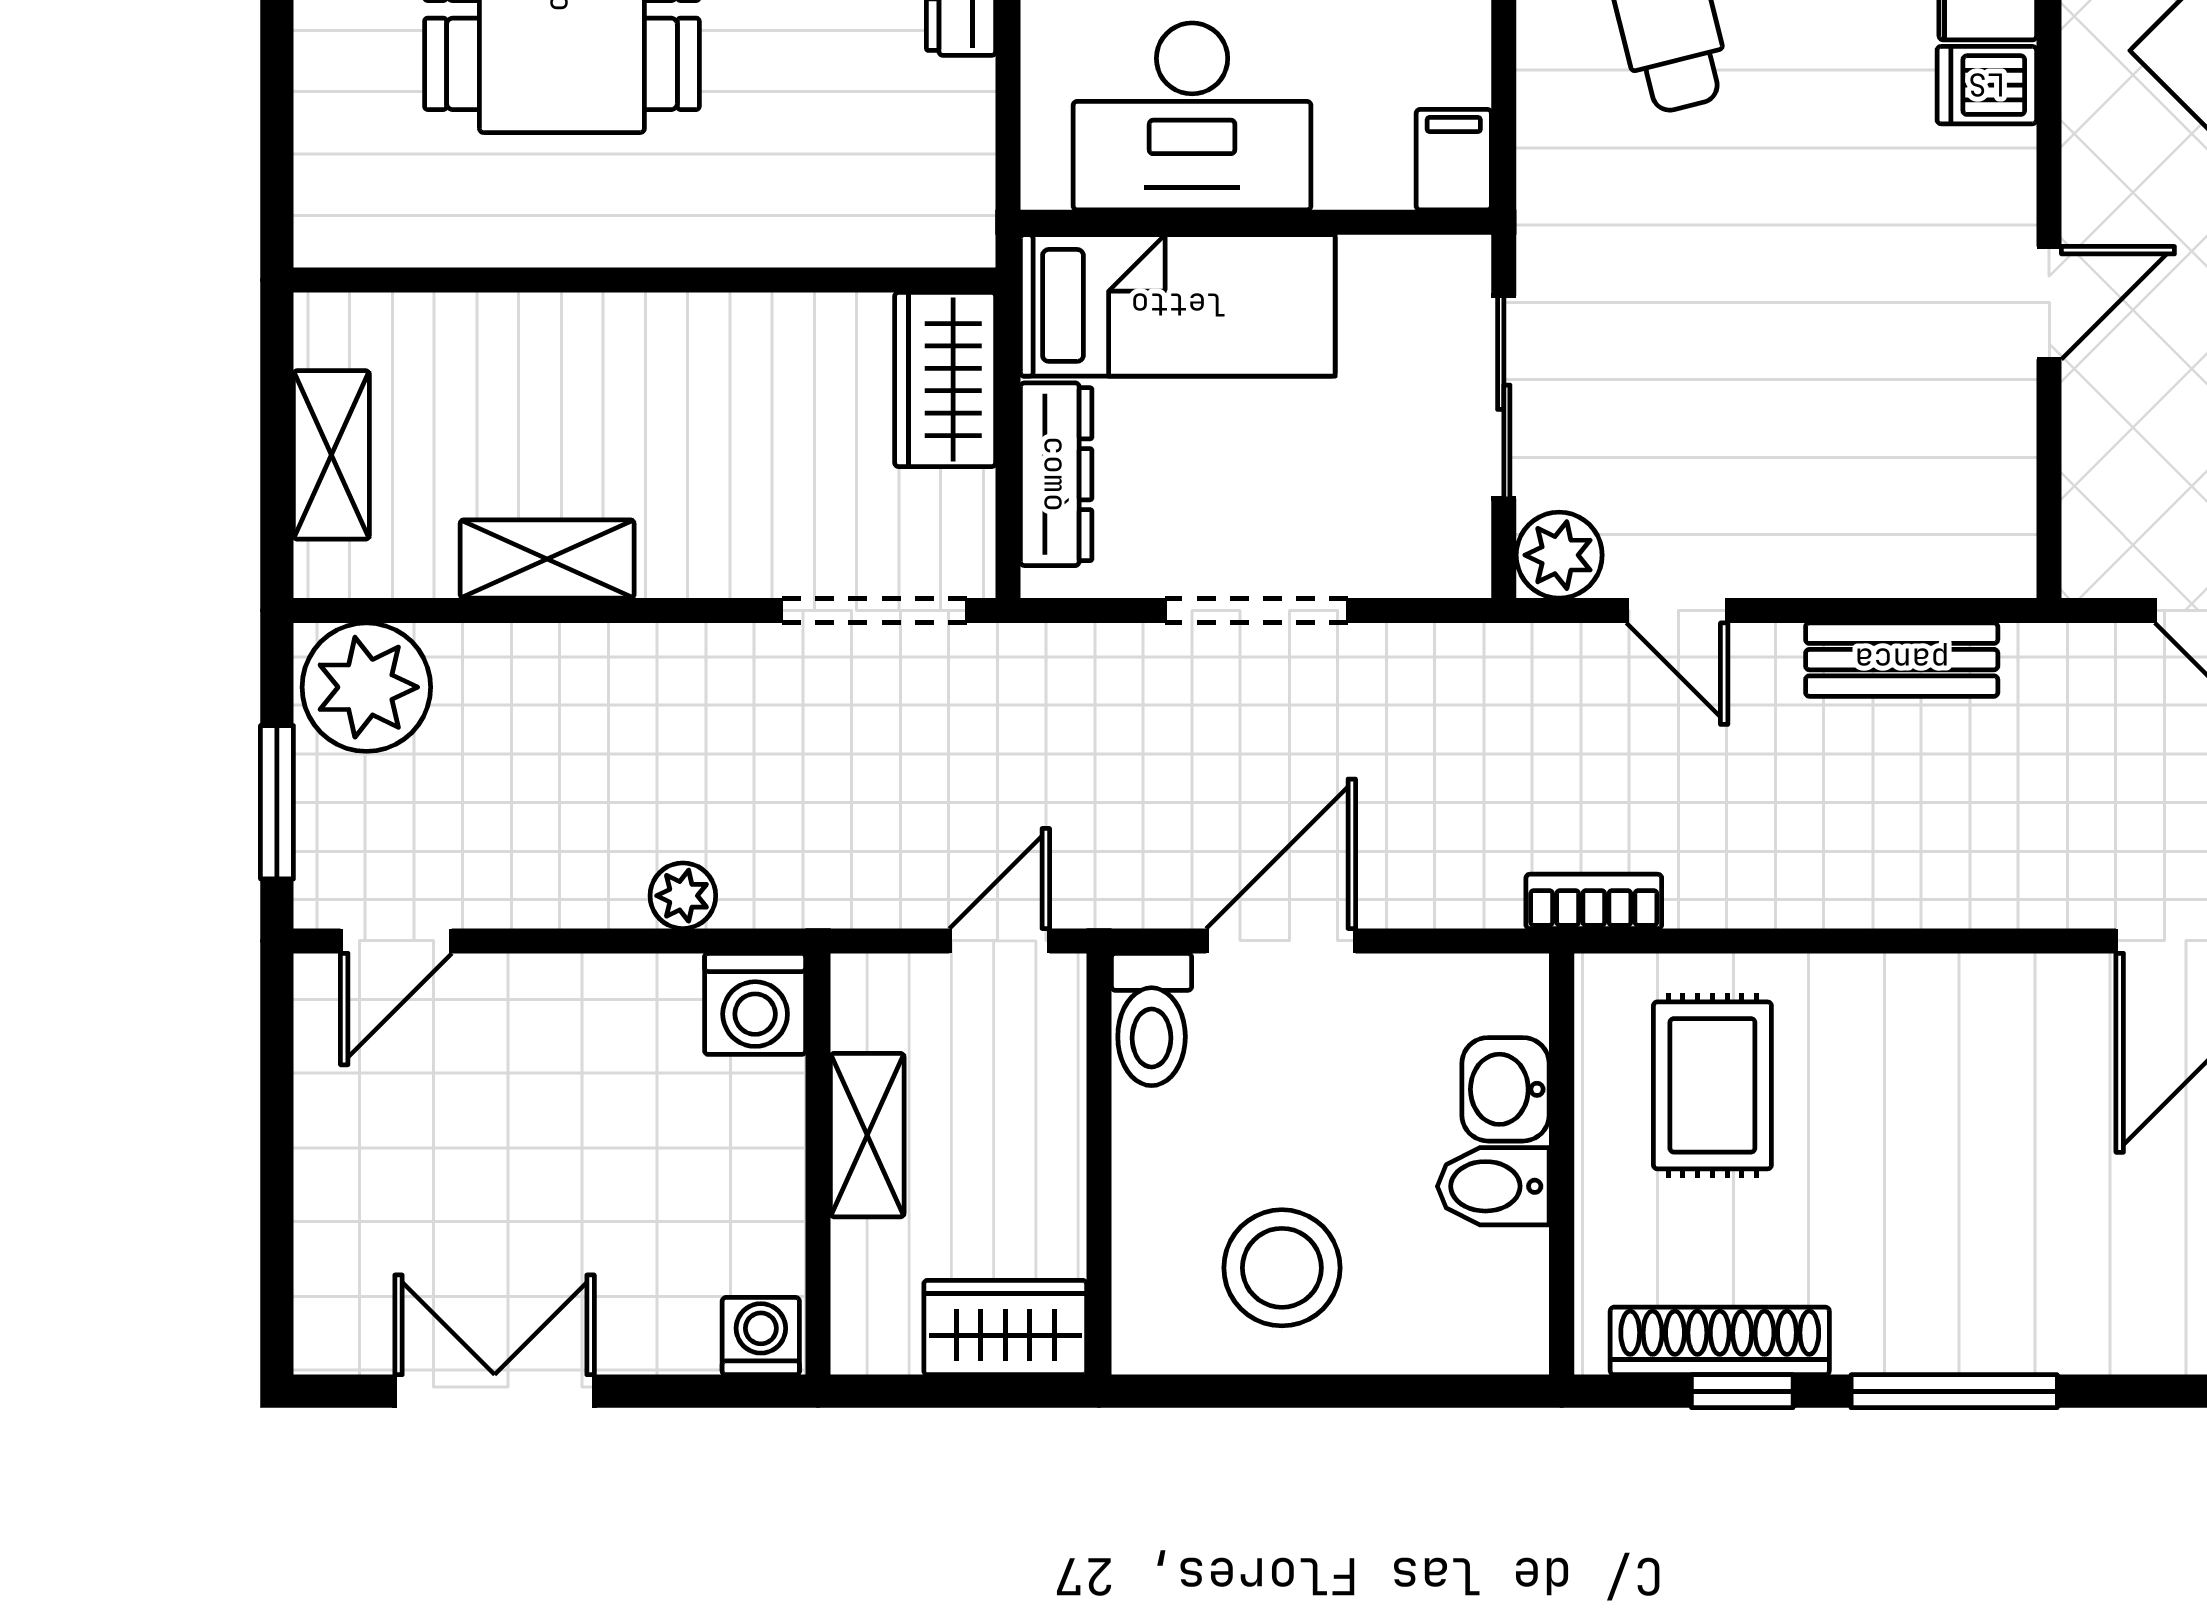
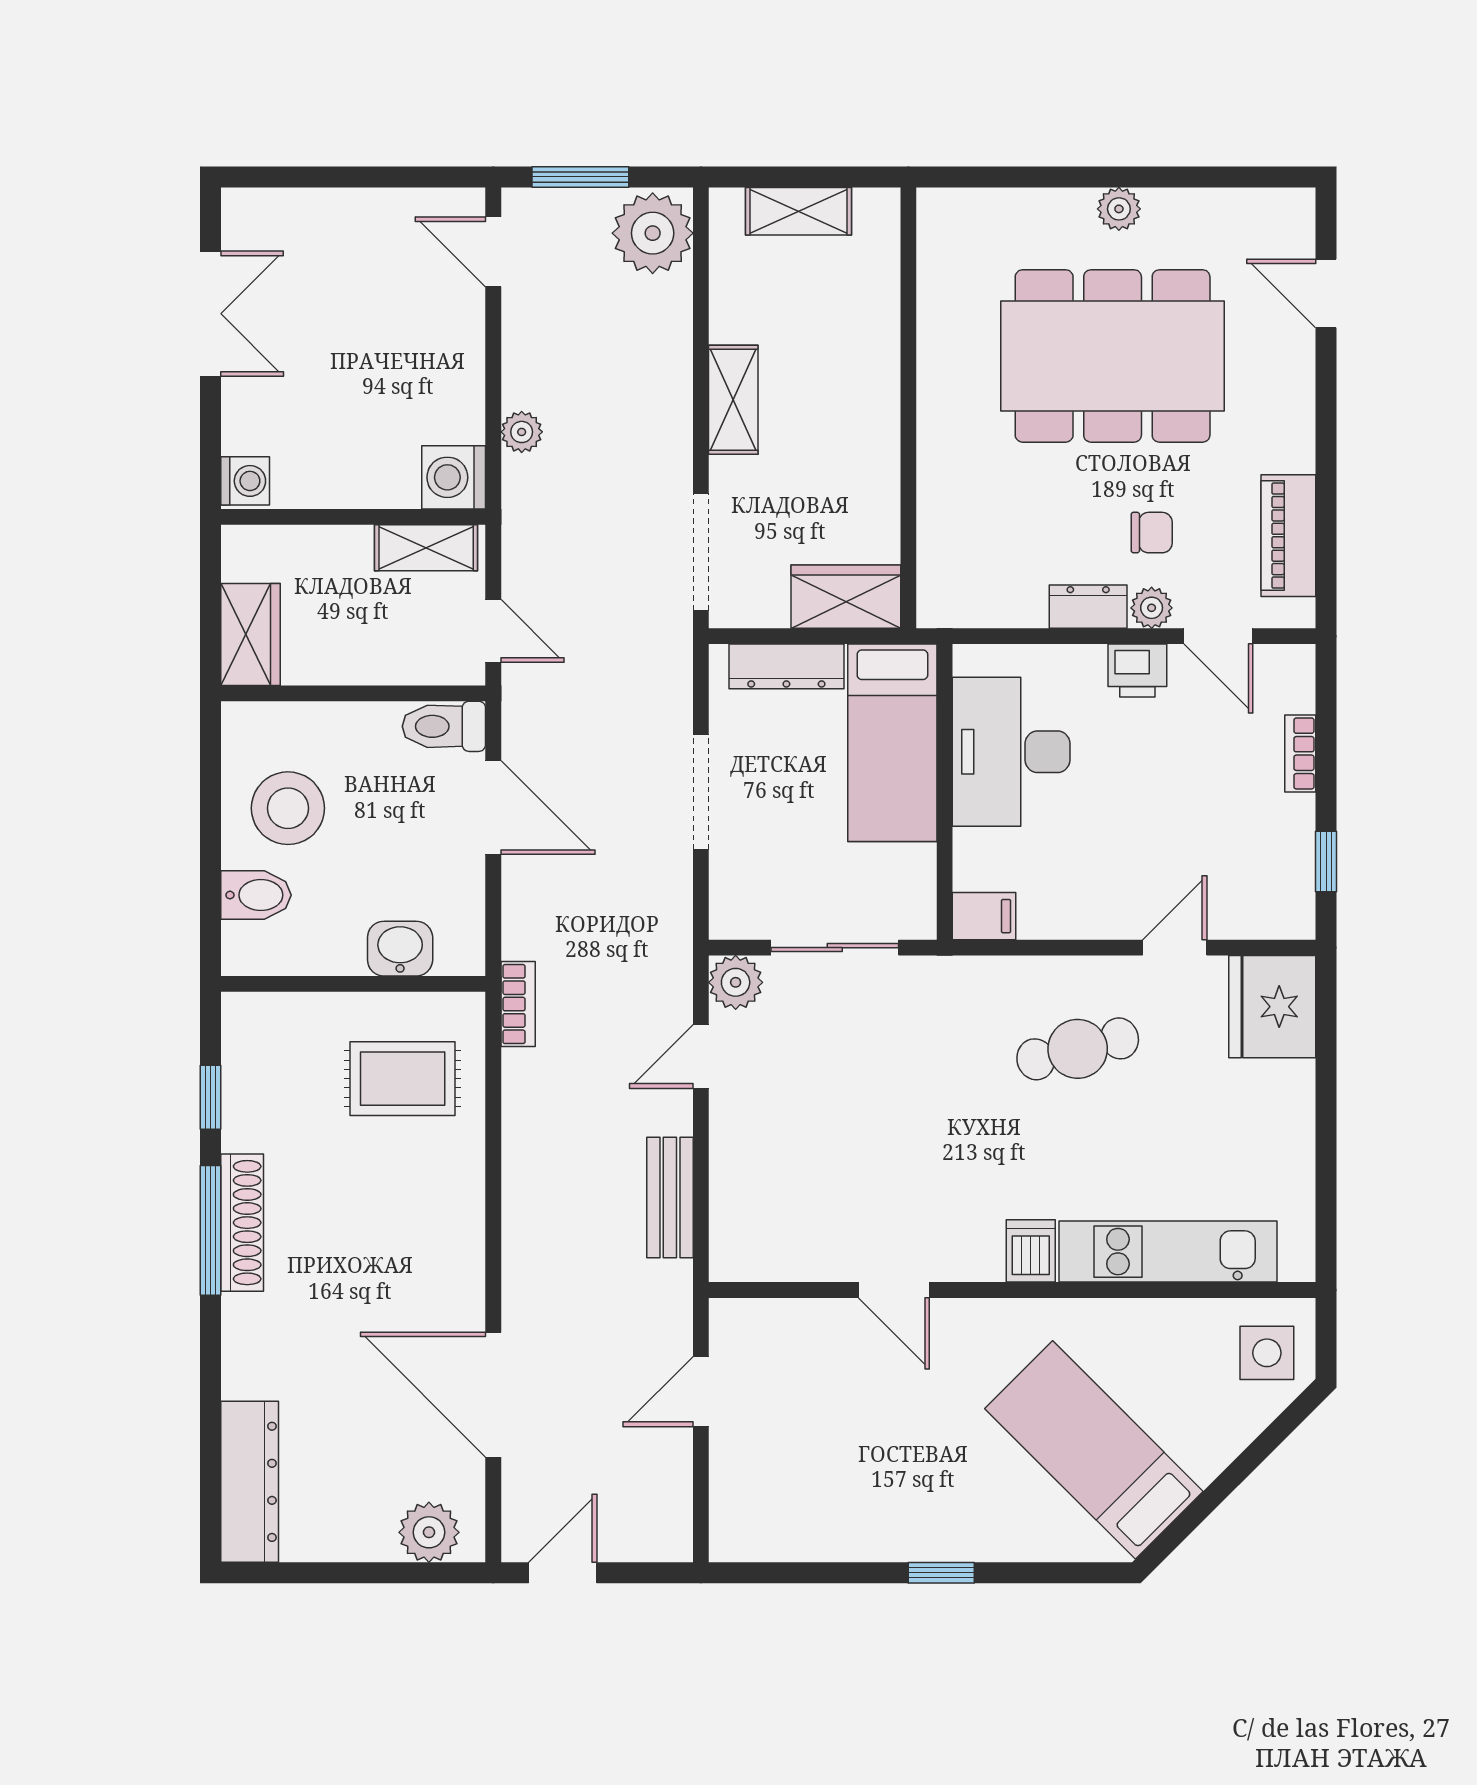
shelving: (547, 559) -> (733, 400), moved
shelving: (867, 1135) -> (426, 548), moved
bidet: (1493, 1186) -> (256, 895), moved, turned 90
shoe rack: (1720, 1341) -> (242, 1223), moved

